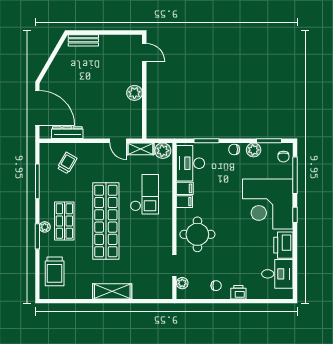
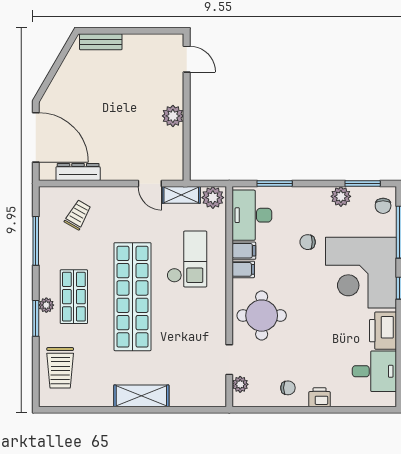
chair: (234, 149) -> (308, 242), moved

